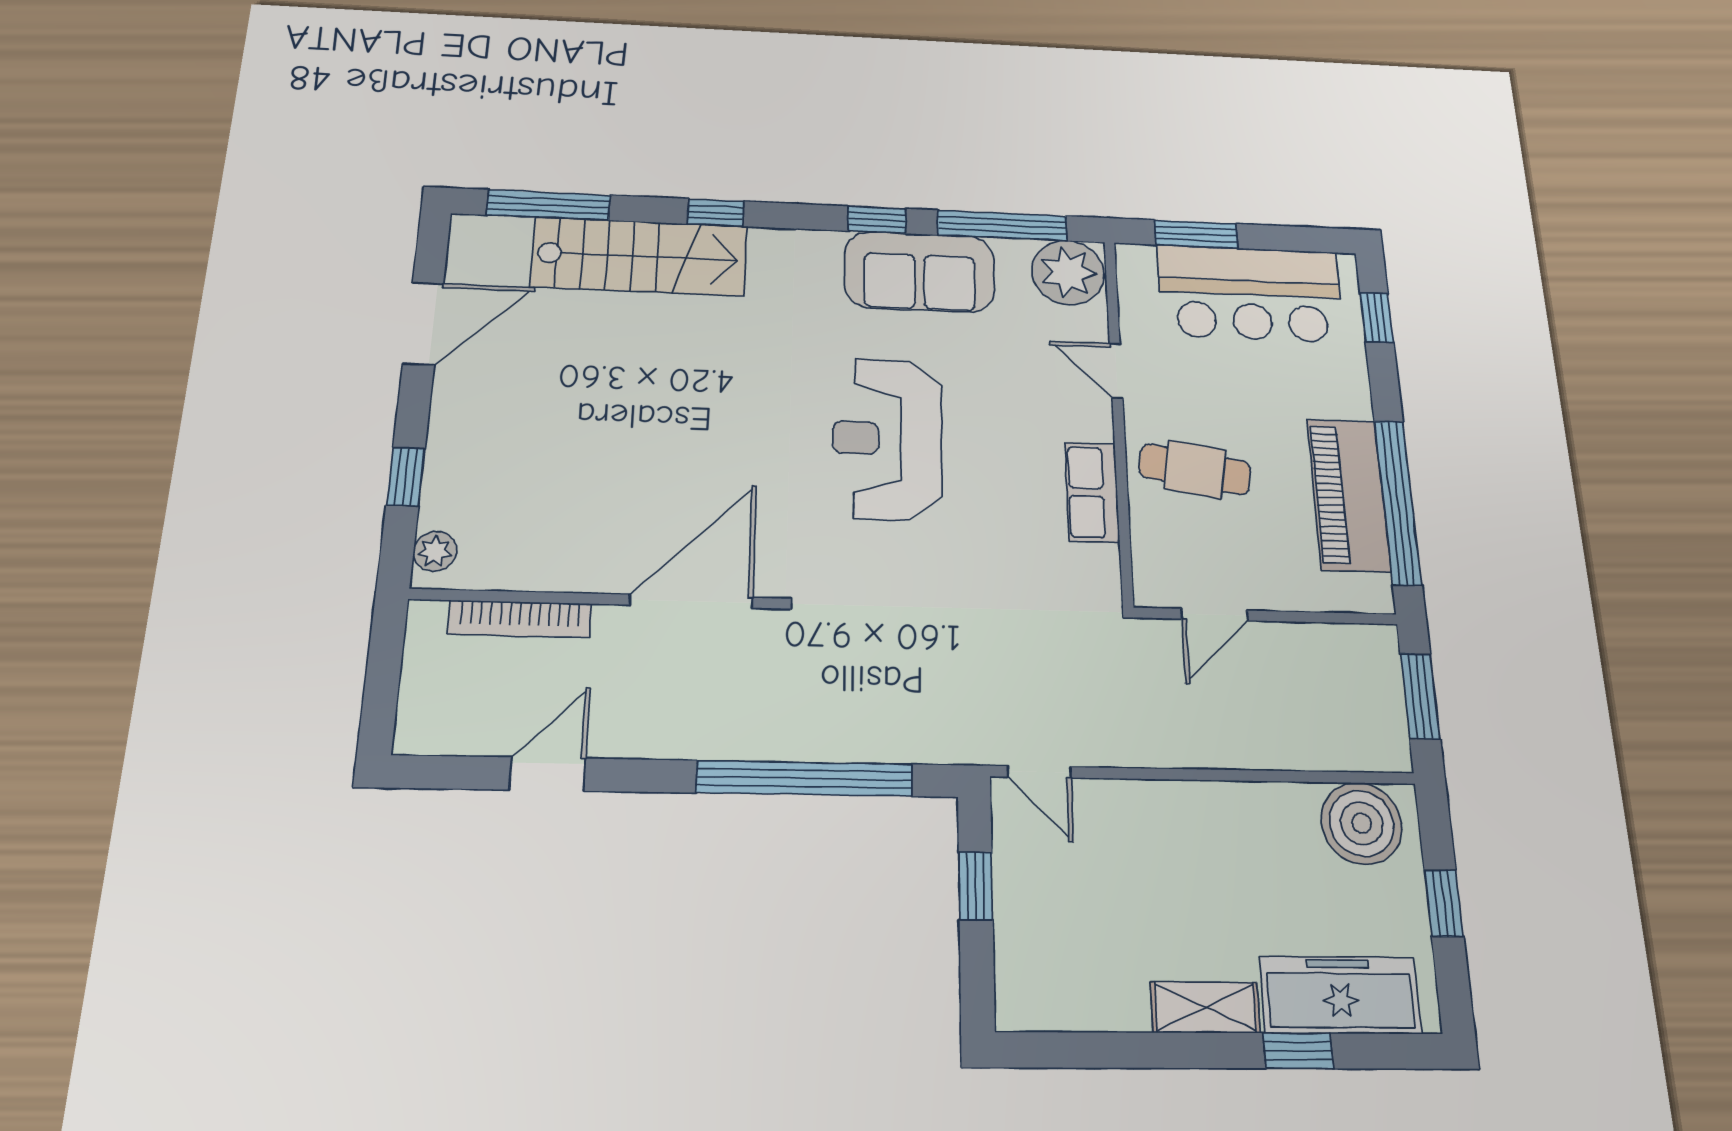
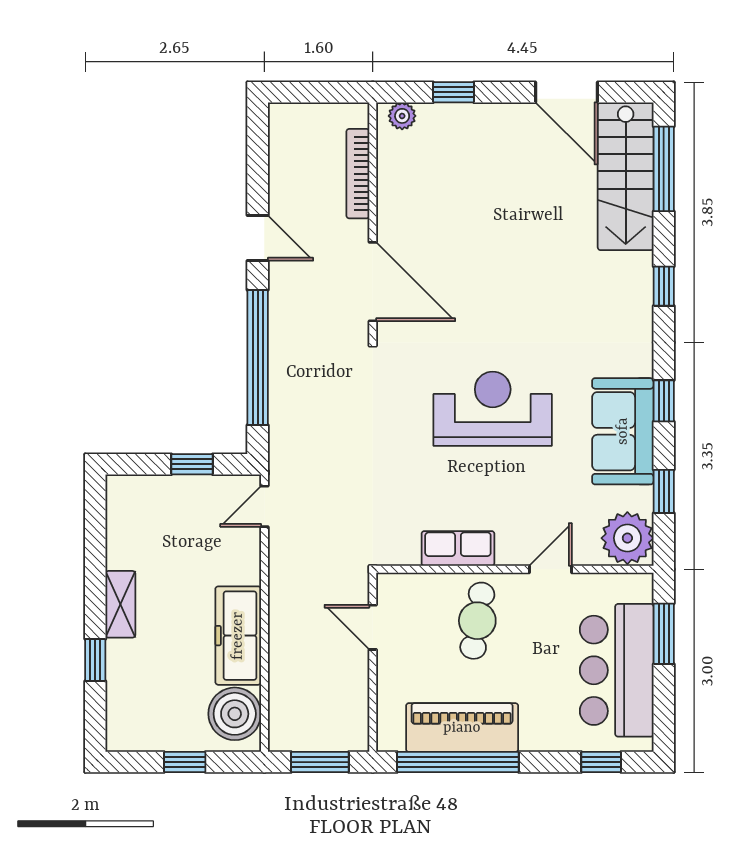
window: (1002, 225) -> (664, 491), width x0.46
stairs: (639, 256) -> (626, 176), moved
door: (548, 774) -> (258, 238), moved
freezer: (1340, 995) -> (238, 636), moved, turned 180

